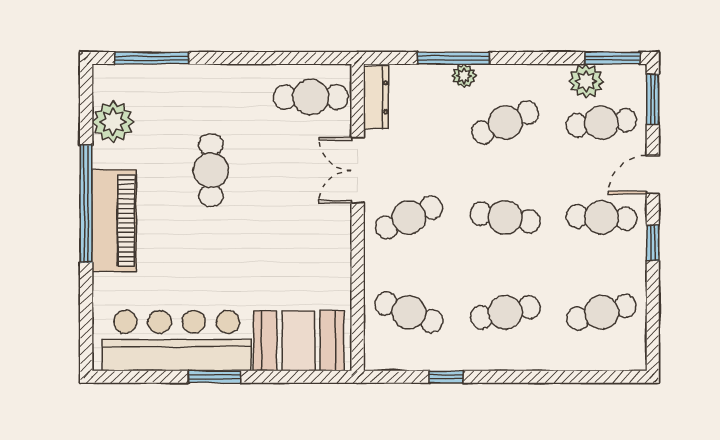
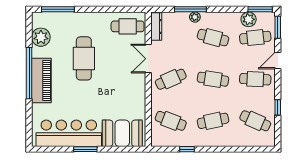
cafe table: (505, 123) -> (213, 38), turned 39
cafe table: (211, 170) -> (84, 58), width x1.37, depth x1.35
window: (653, 243) -> (278, 107), moved
cafe table: (601, 312) -> (255, 121), turned 39

